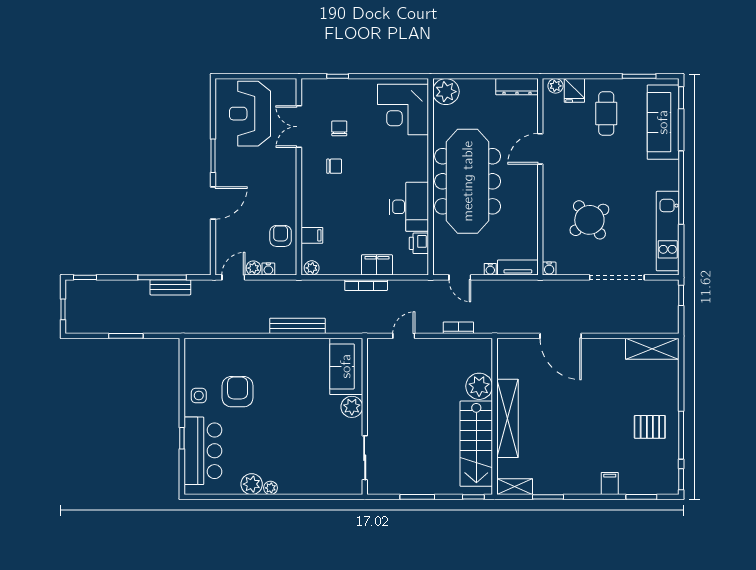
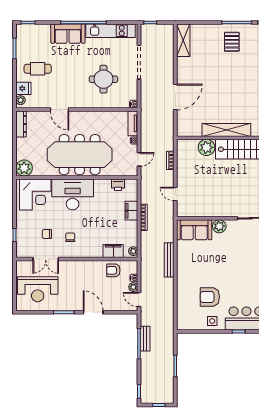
sofa: (663, 122) -> (68, 34), moved, width x0.73
desk: (409, 207) -> (73, 194), moved, width x1.36, depth x1.30
round table: (589, 220) -> (103, 79), turned 37
filing cabinet: (312, 235) -> (113, 251), width x2.00

